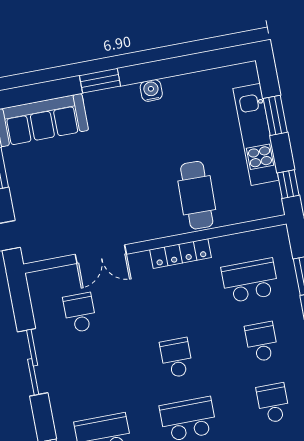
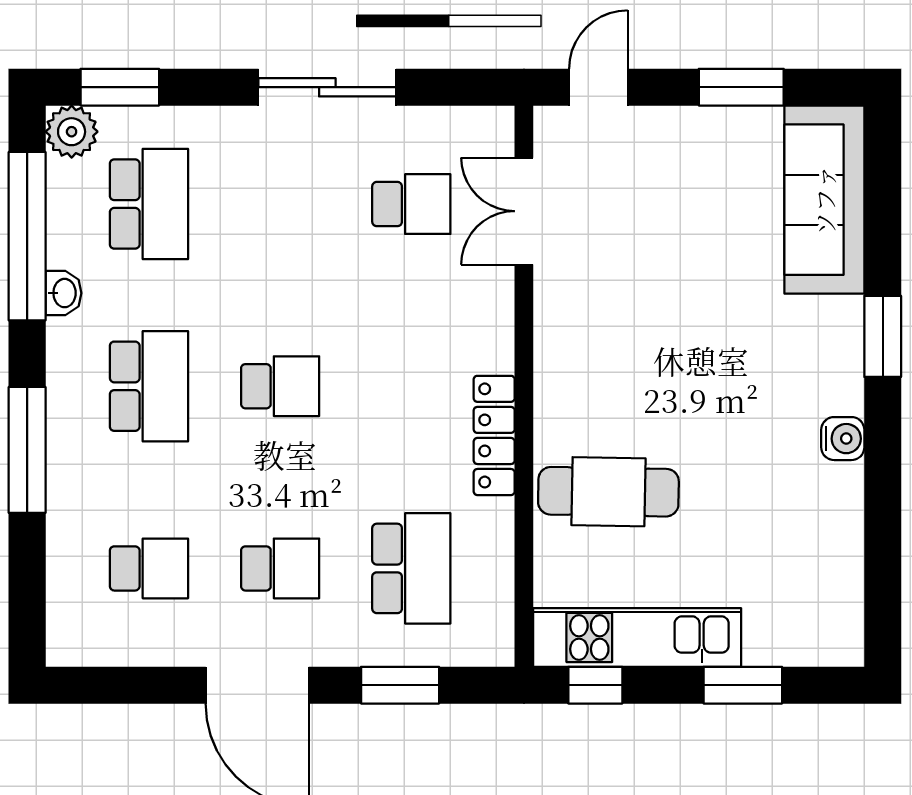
kitchen unit: (256, 134) -> (637, 637), moved
double door: (101, 254) -> (524, 211), moved

